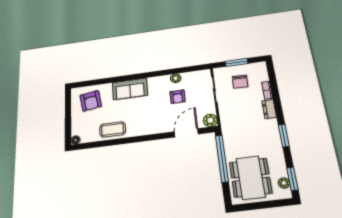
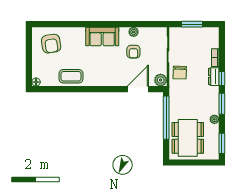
chair: (240, 82) -> (180, 73), moved
sofa: (130, 89) -> (102, 36), moved
window: (279, 110) -> (222, 79), added
plant: (284, 183) -> (214, 119), moved

